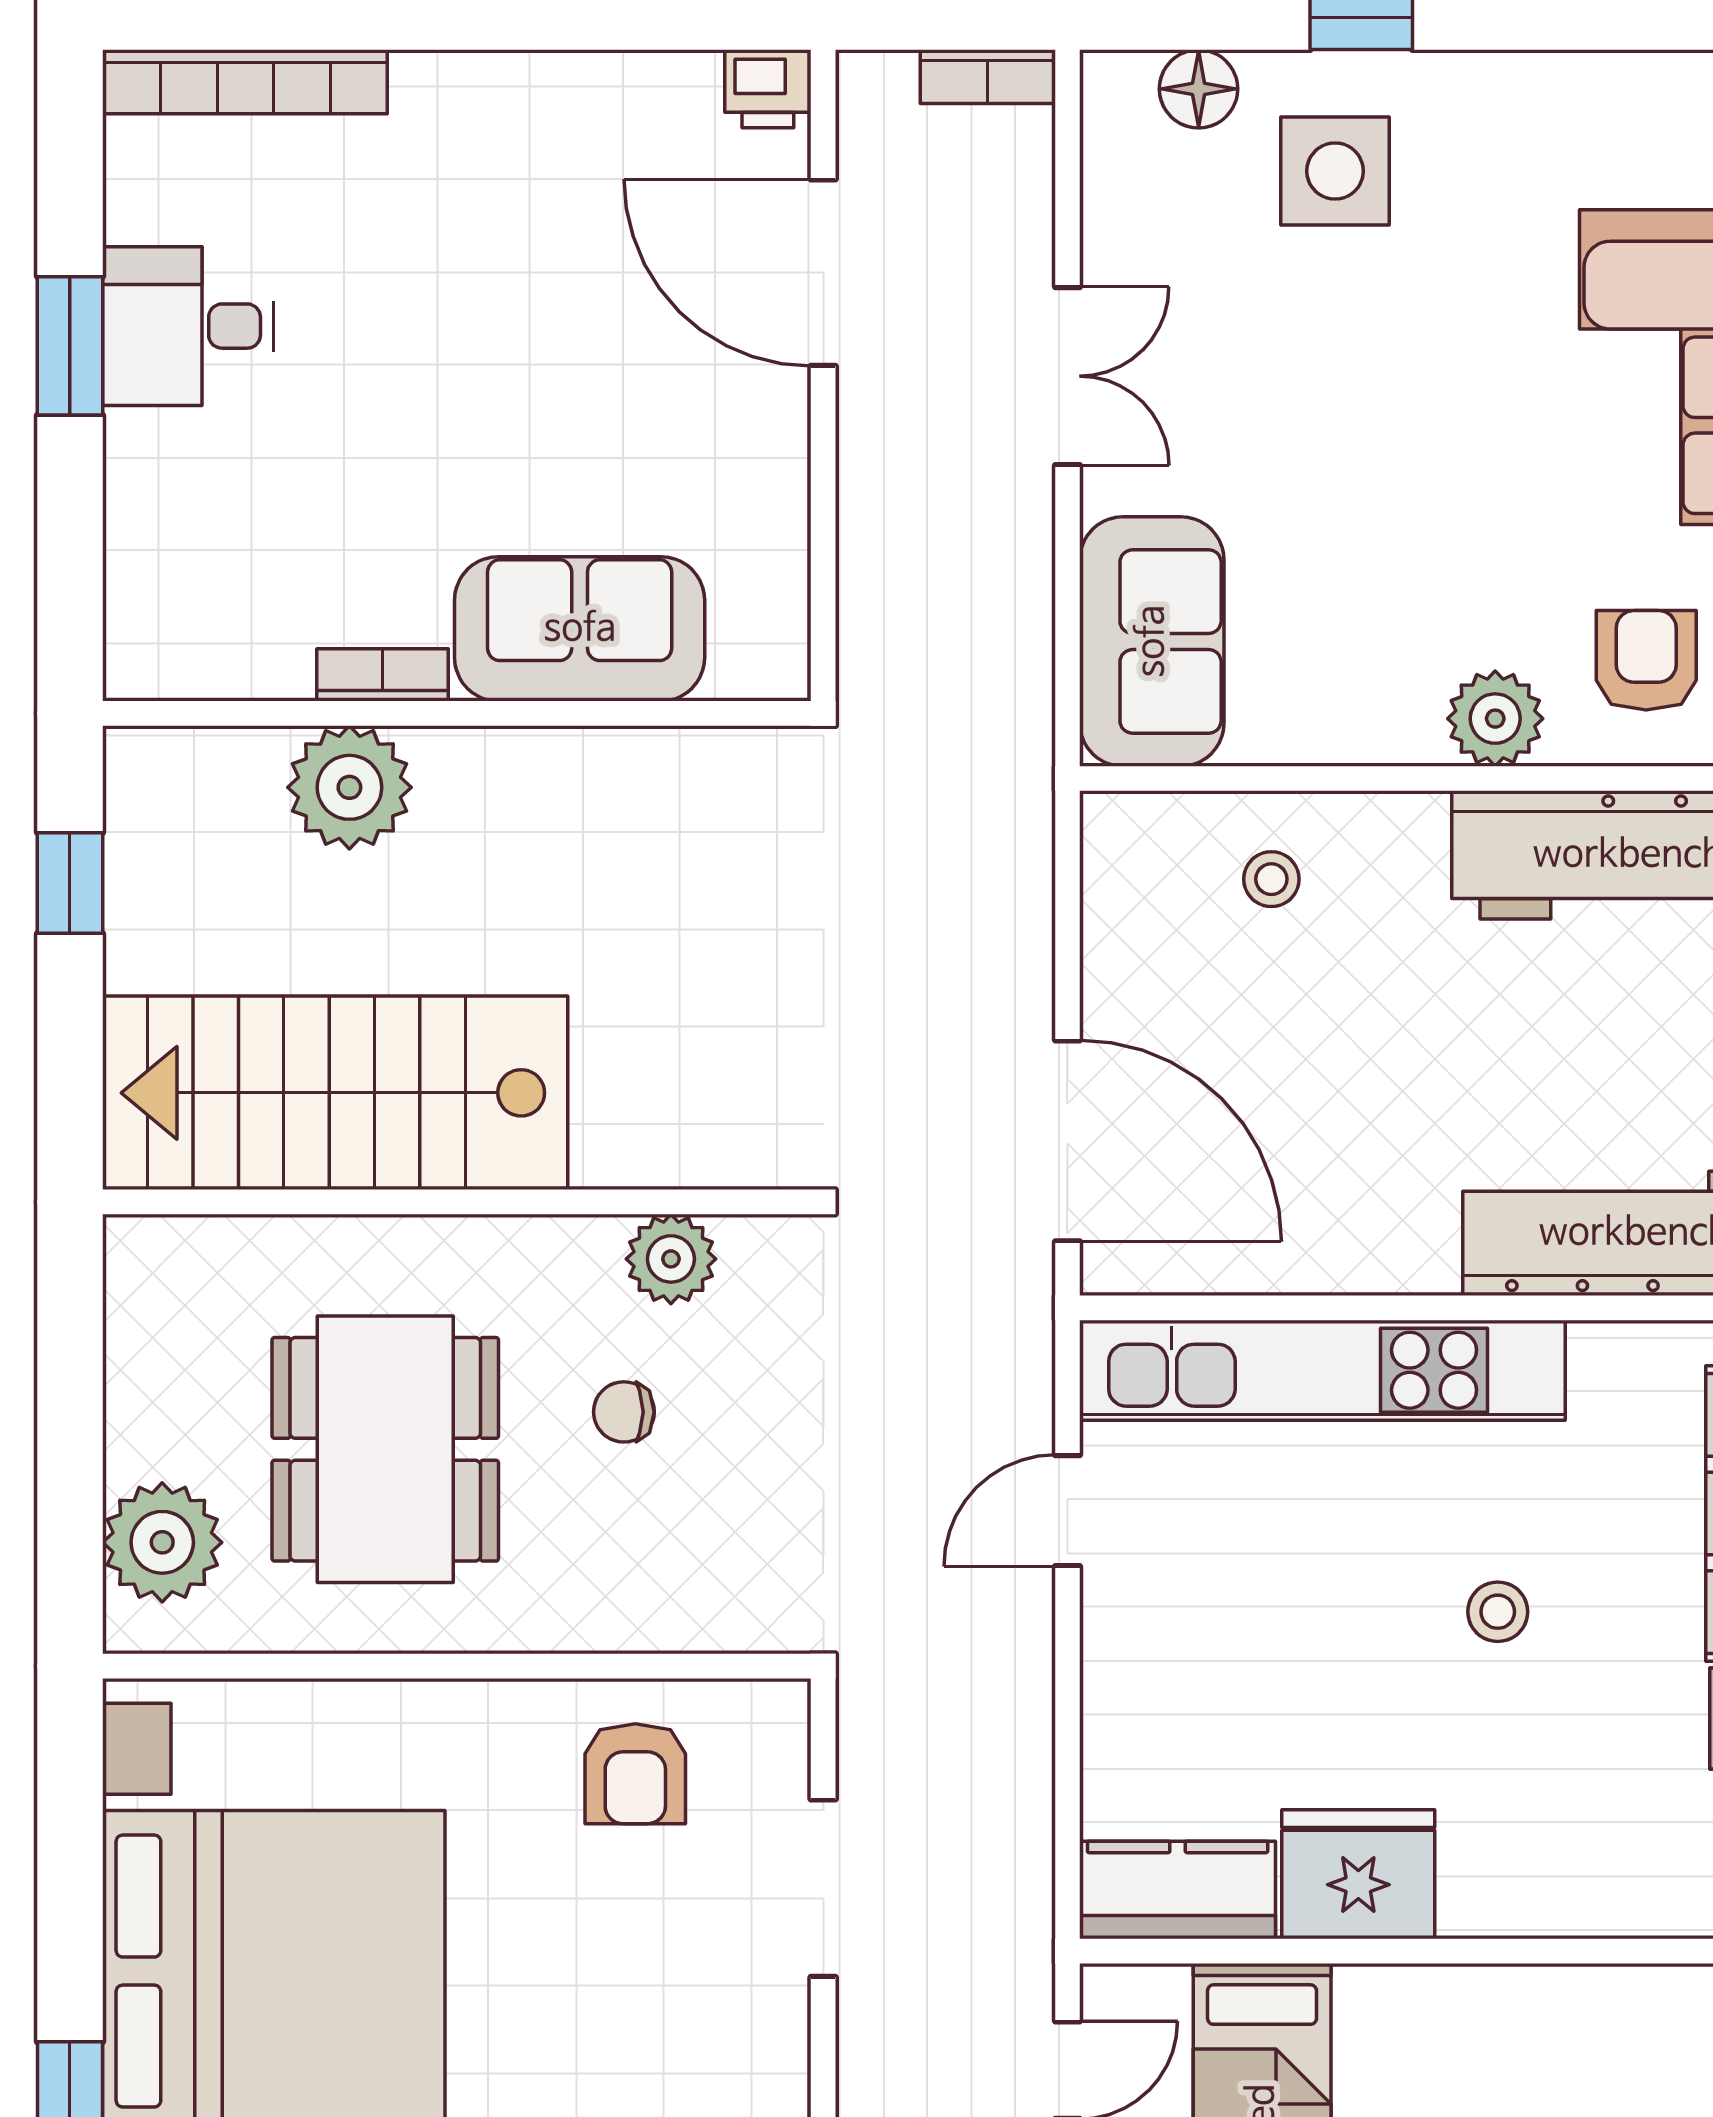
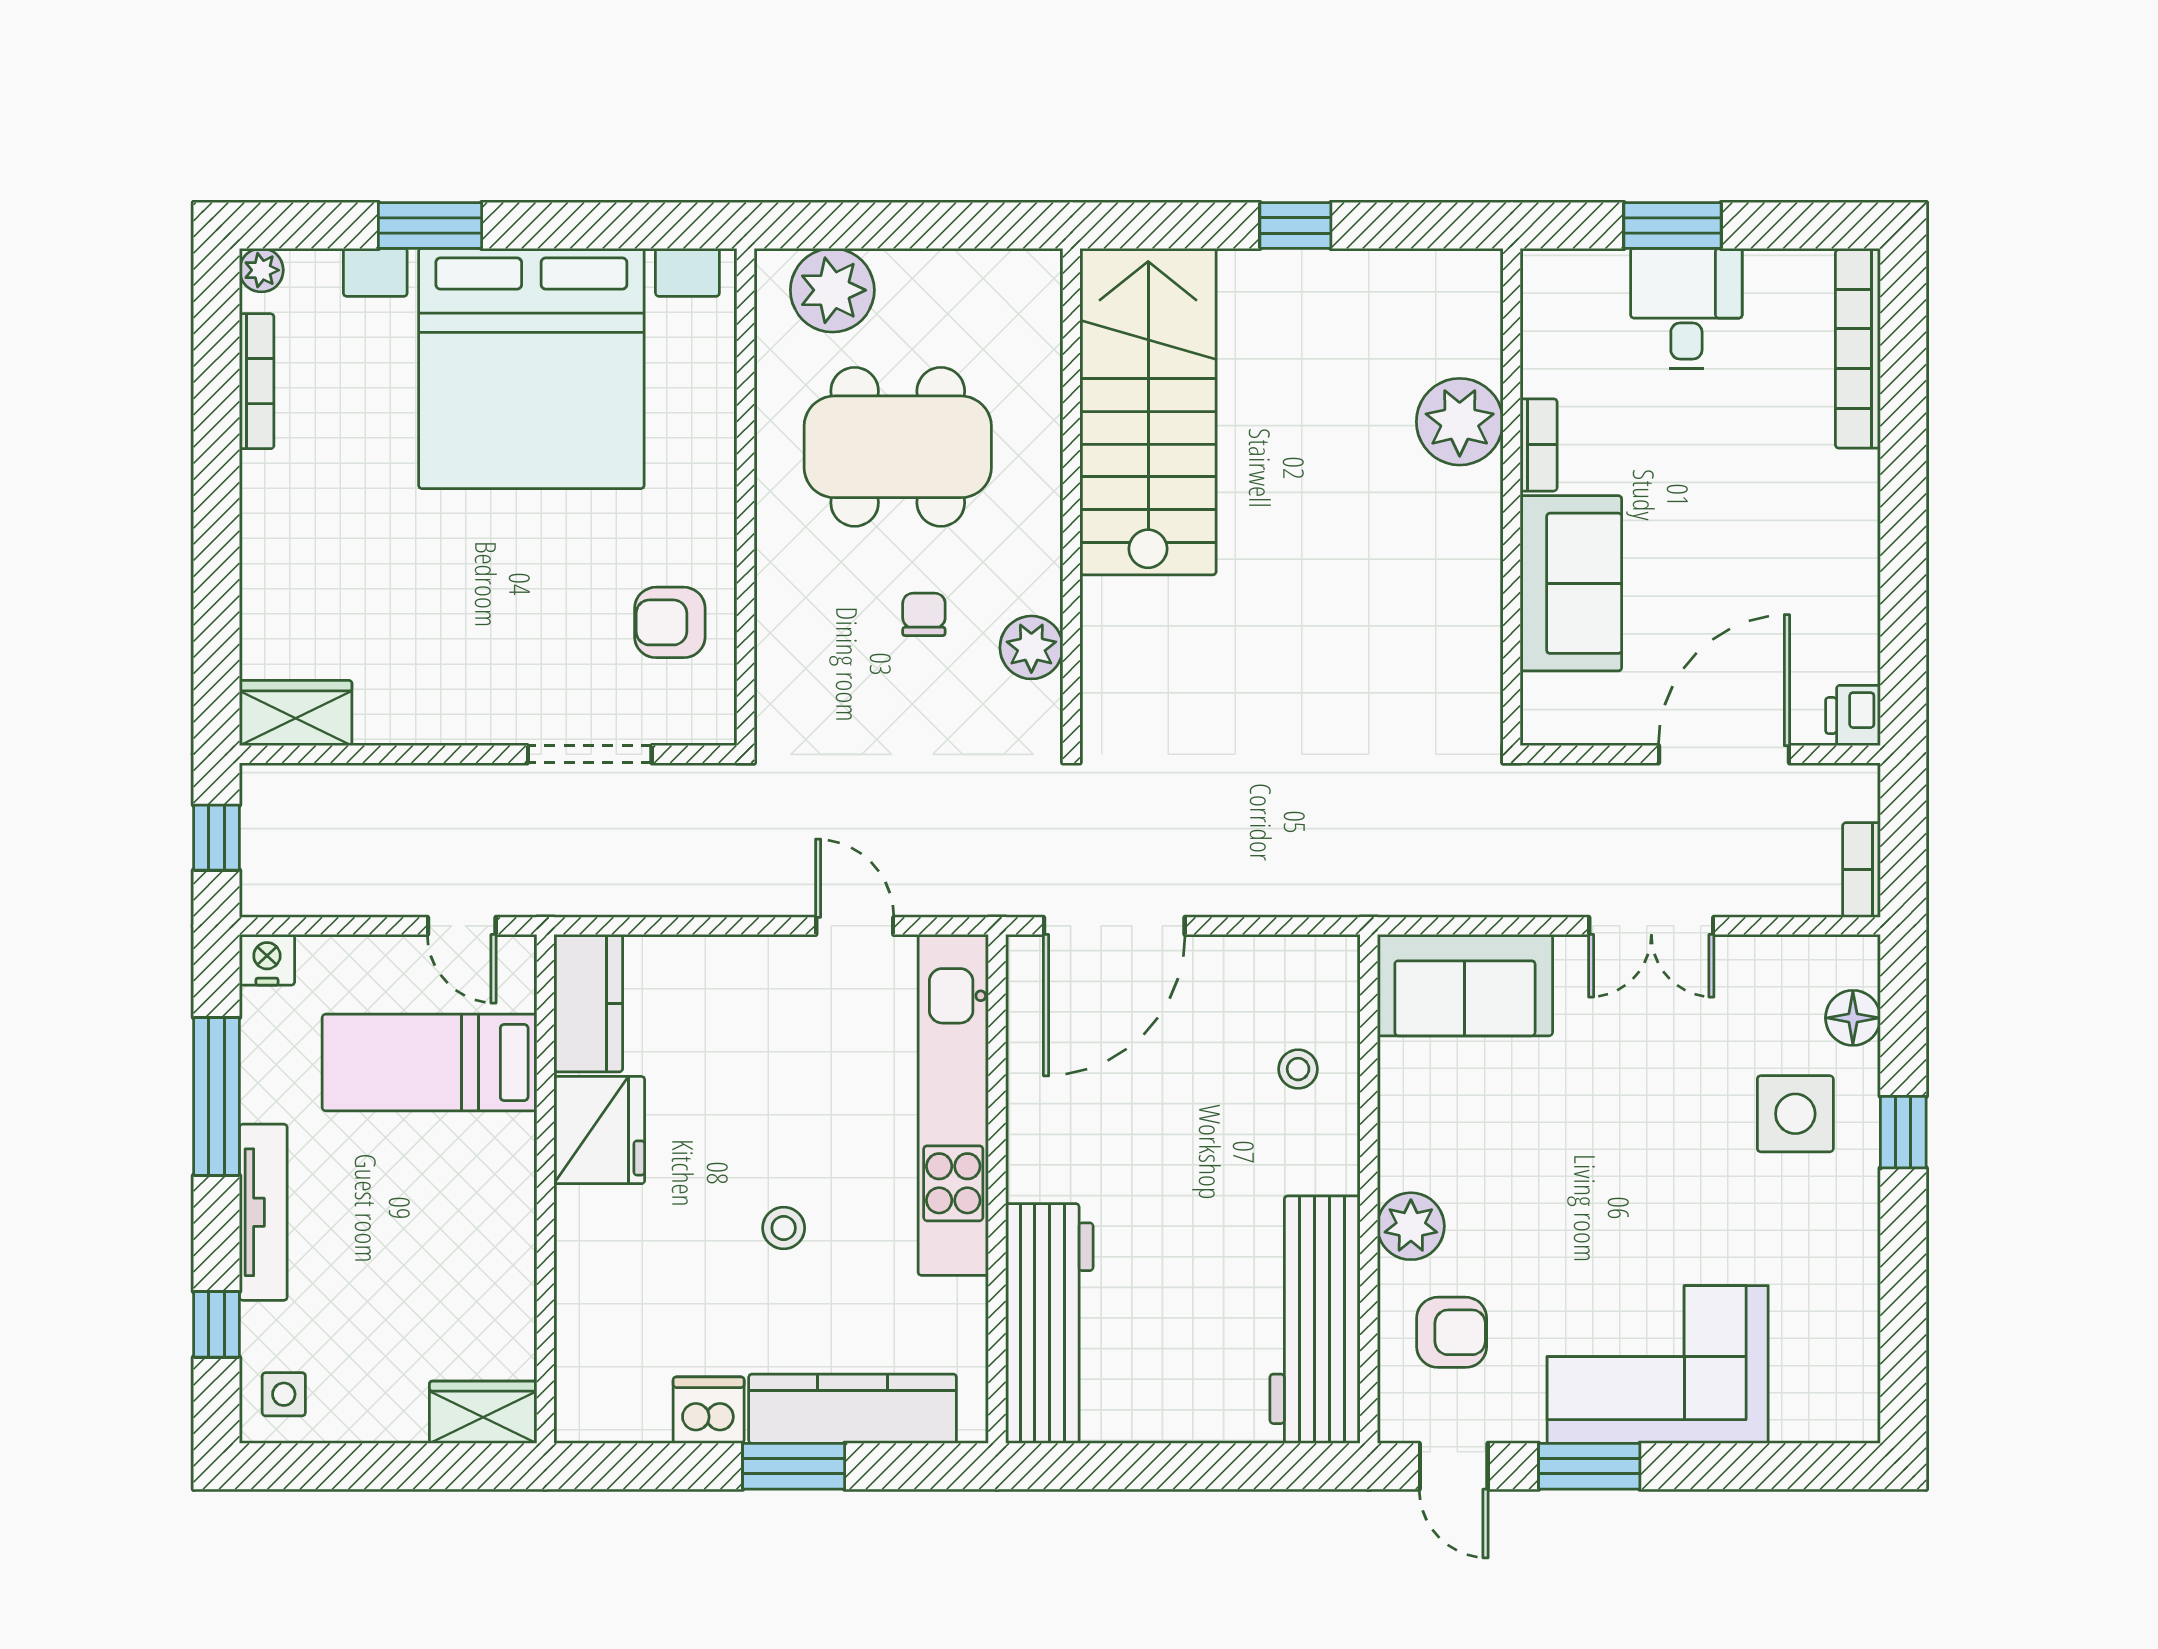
sofa: (580, 629) -> (1571, 583), moved
bookcase: (383, 675) -> (1539, 445), moved
wall: (457, 713) -> (1512, 497), moved
plant: (349, 787) -> (1460, 422), moved

